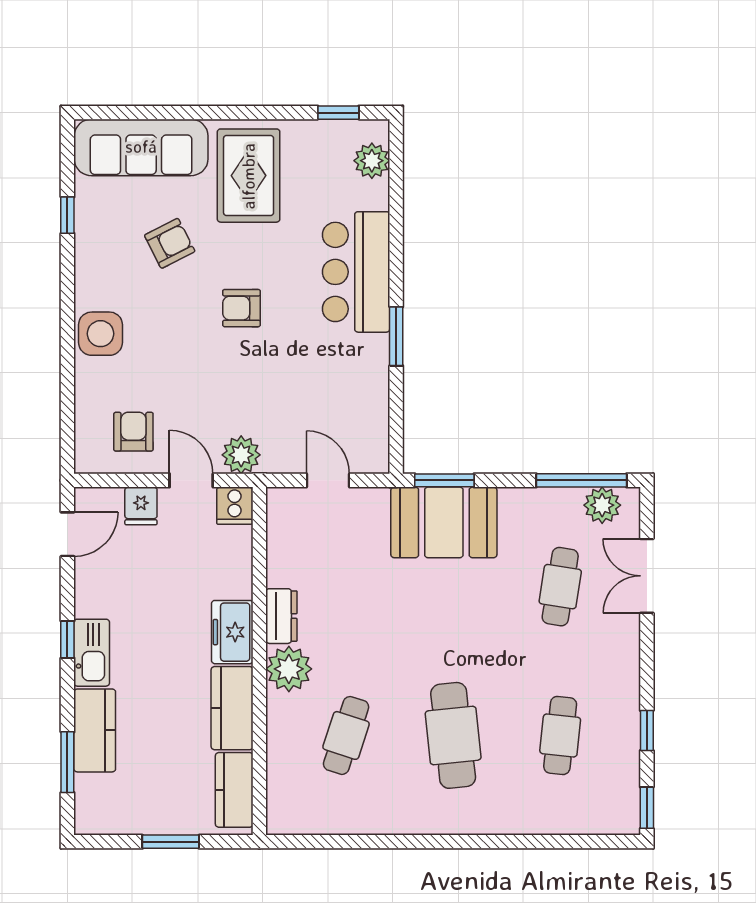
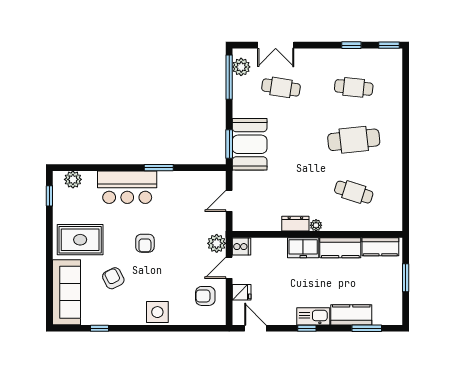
plant: (289, 669) -> (316, 225), width x0.53, depth x0.53

